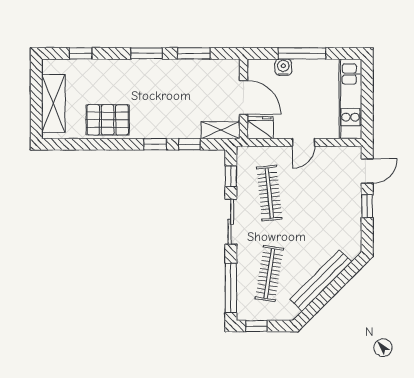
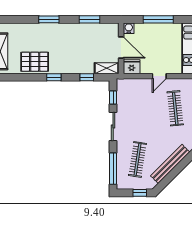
window: (81, 53) -> (17, 19), removed
window: (147, 53) -> (49, 19), moved
water cooler: (283, 67) -> (129, 28), moved
window: (155, 144) -> (54, 77), moved
clothes rail: (269, 193) -> (175, 108), moved
window: (257, 326) -> (140, 193), moved

